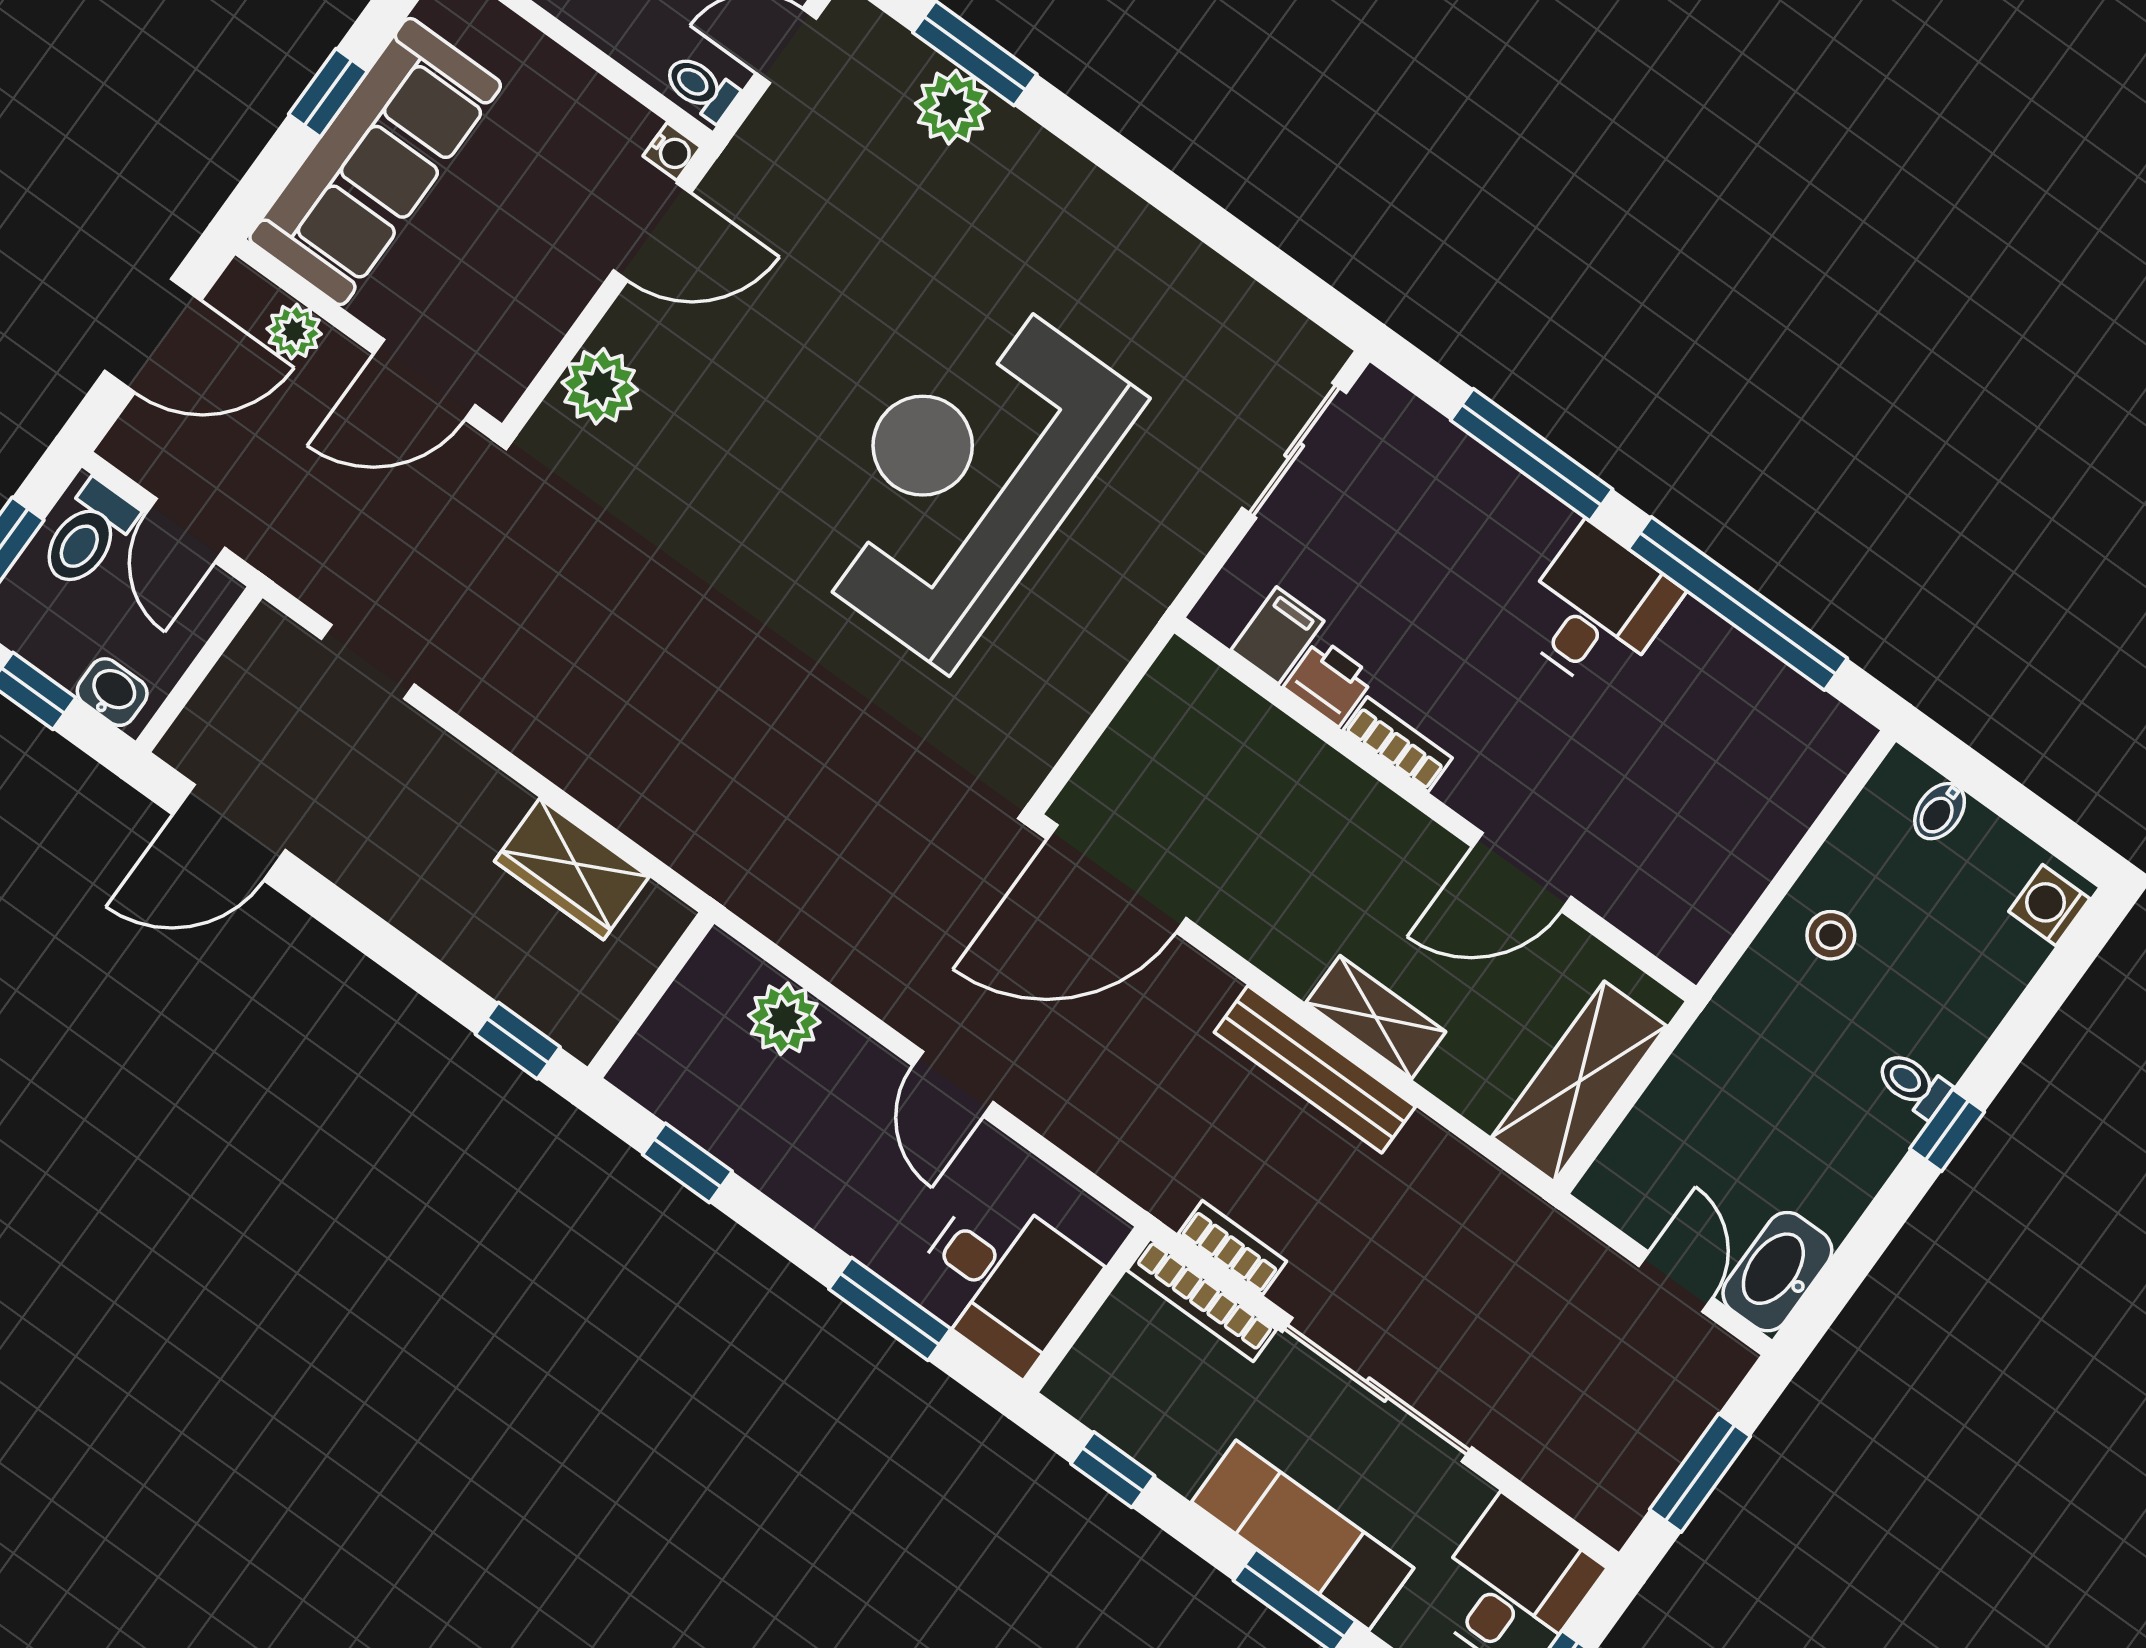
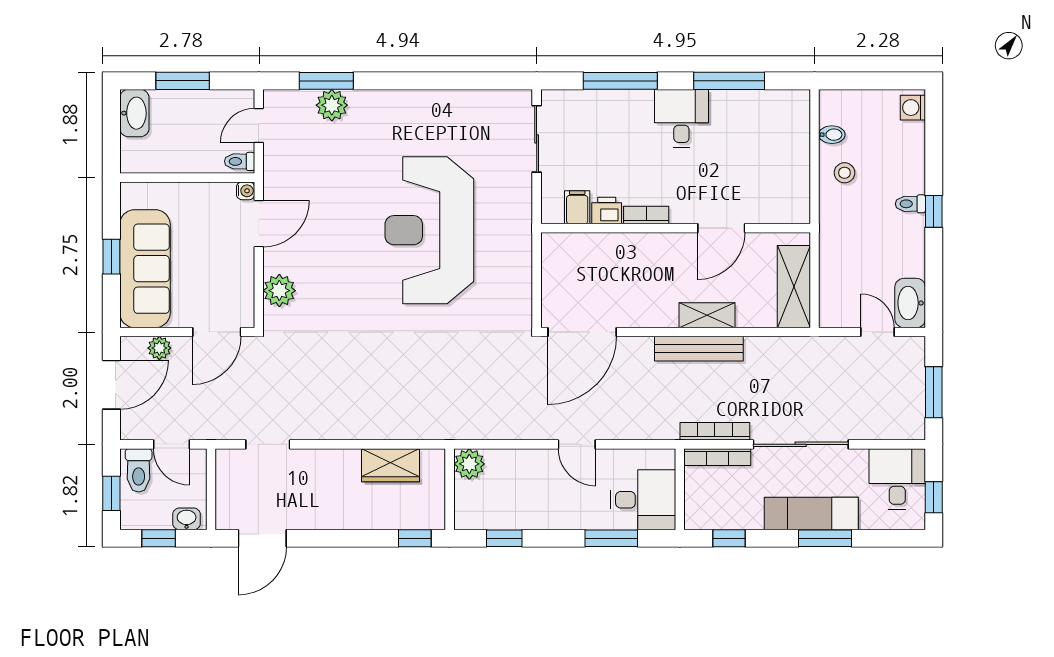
window: (1738, 603) -> (729, 81), width x0.68
bidet: (1940, 811) -> (832, 135), moved, turned -90
plant: (784, 1019) -> (469, 464), moved
bookcase: (1232, 1248) -> (715, 431), width x1.56

